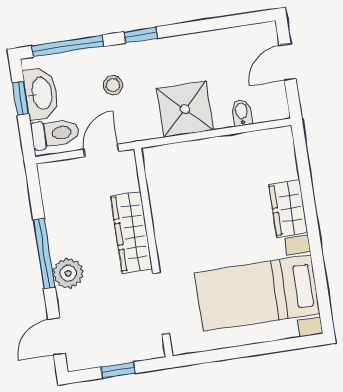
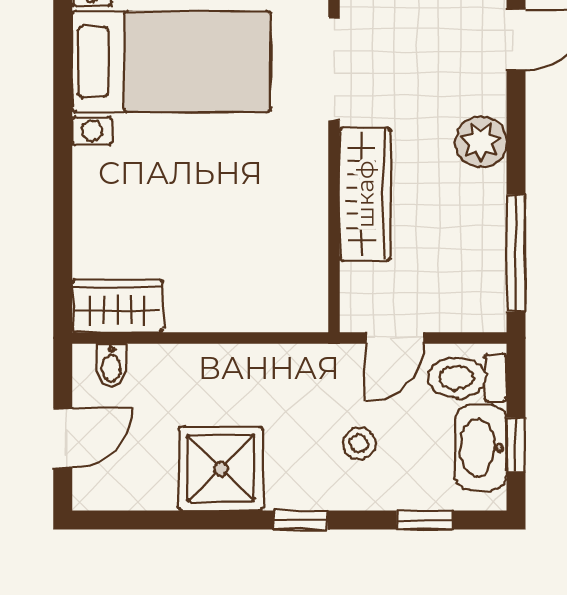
window: (68, 46) -> (425, 520), width x0.46
shower: (185, 109) -> (221, 468), moved
bidet: (242, 113) -> (111, 365), moved
wardrobe: (288, 209) -> (118, 306), moved, turned -90
window: (44, 254) -> (516, 253), moved

